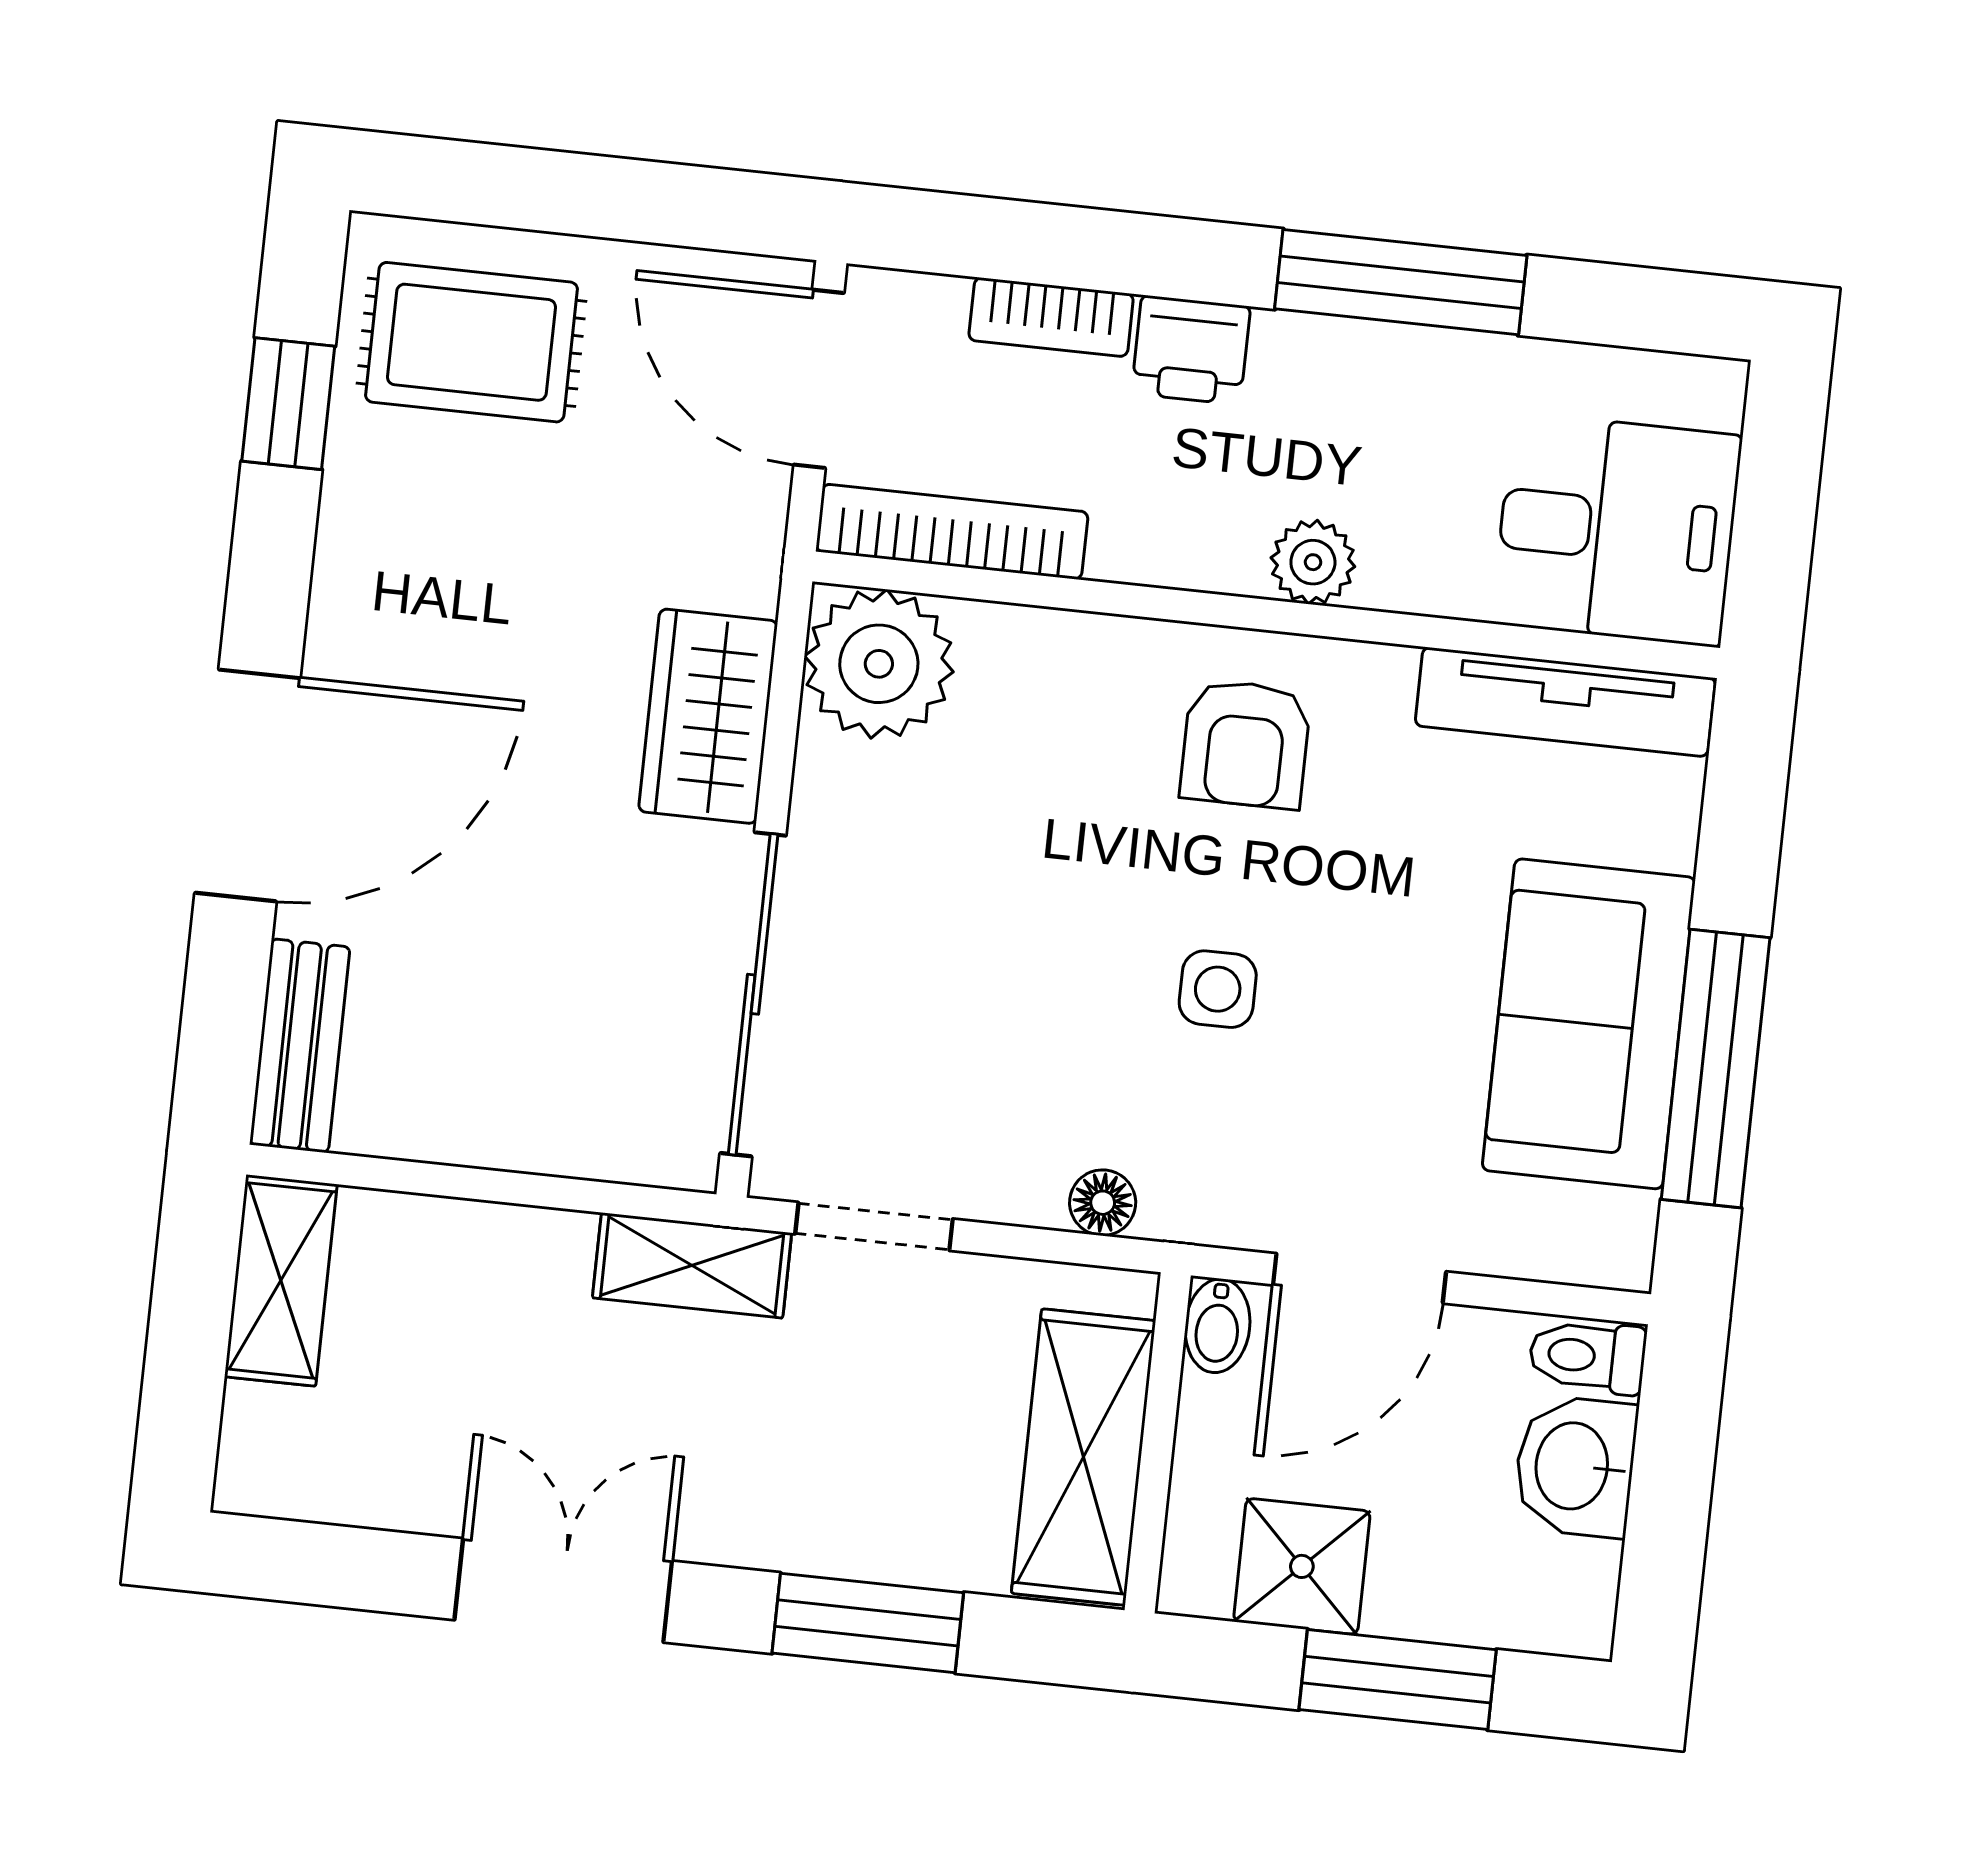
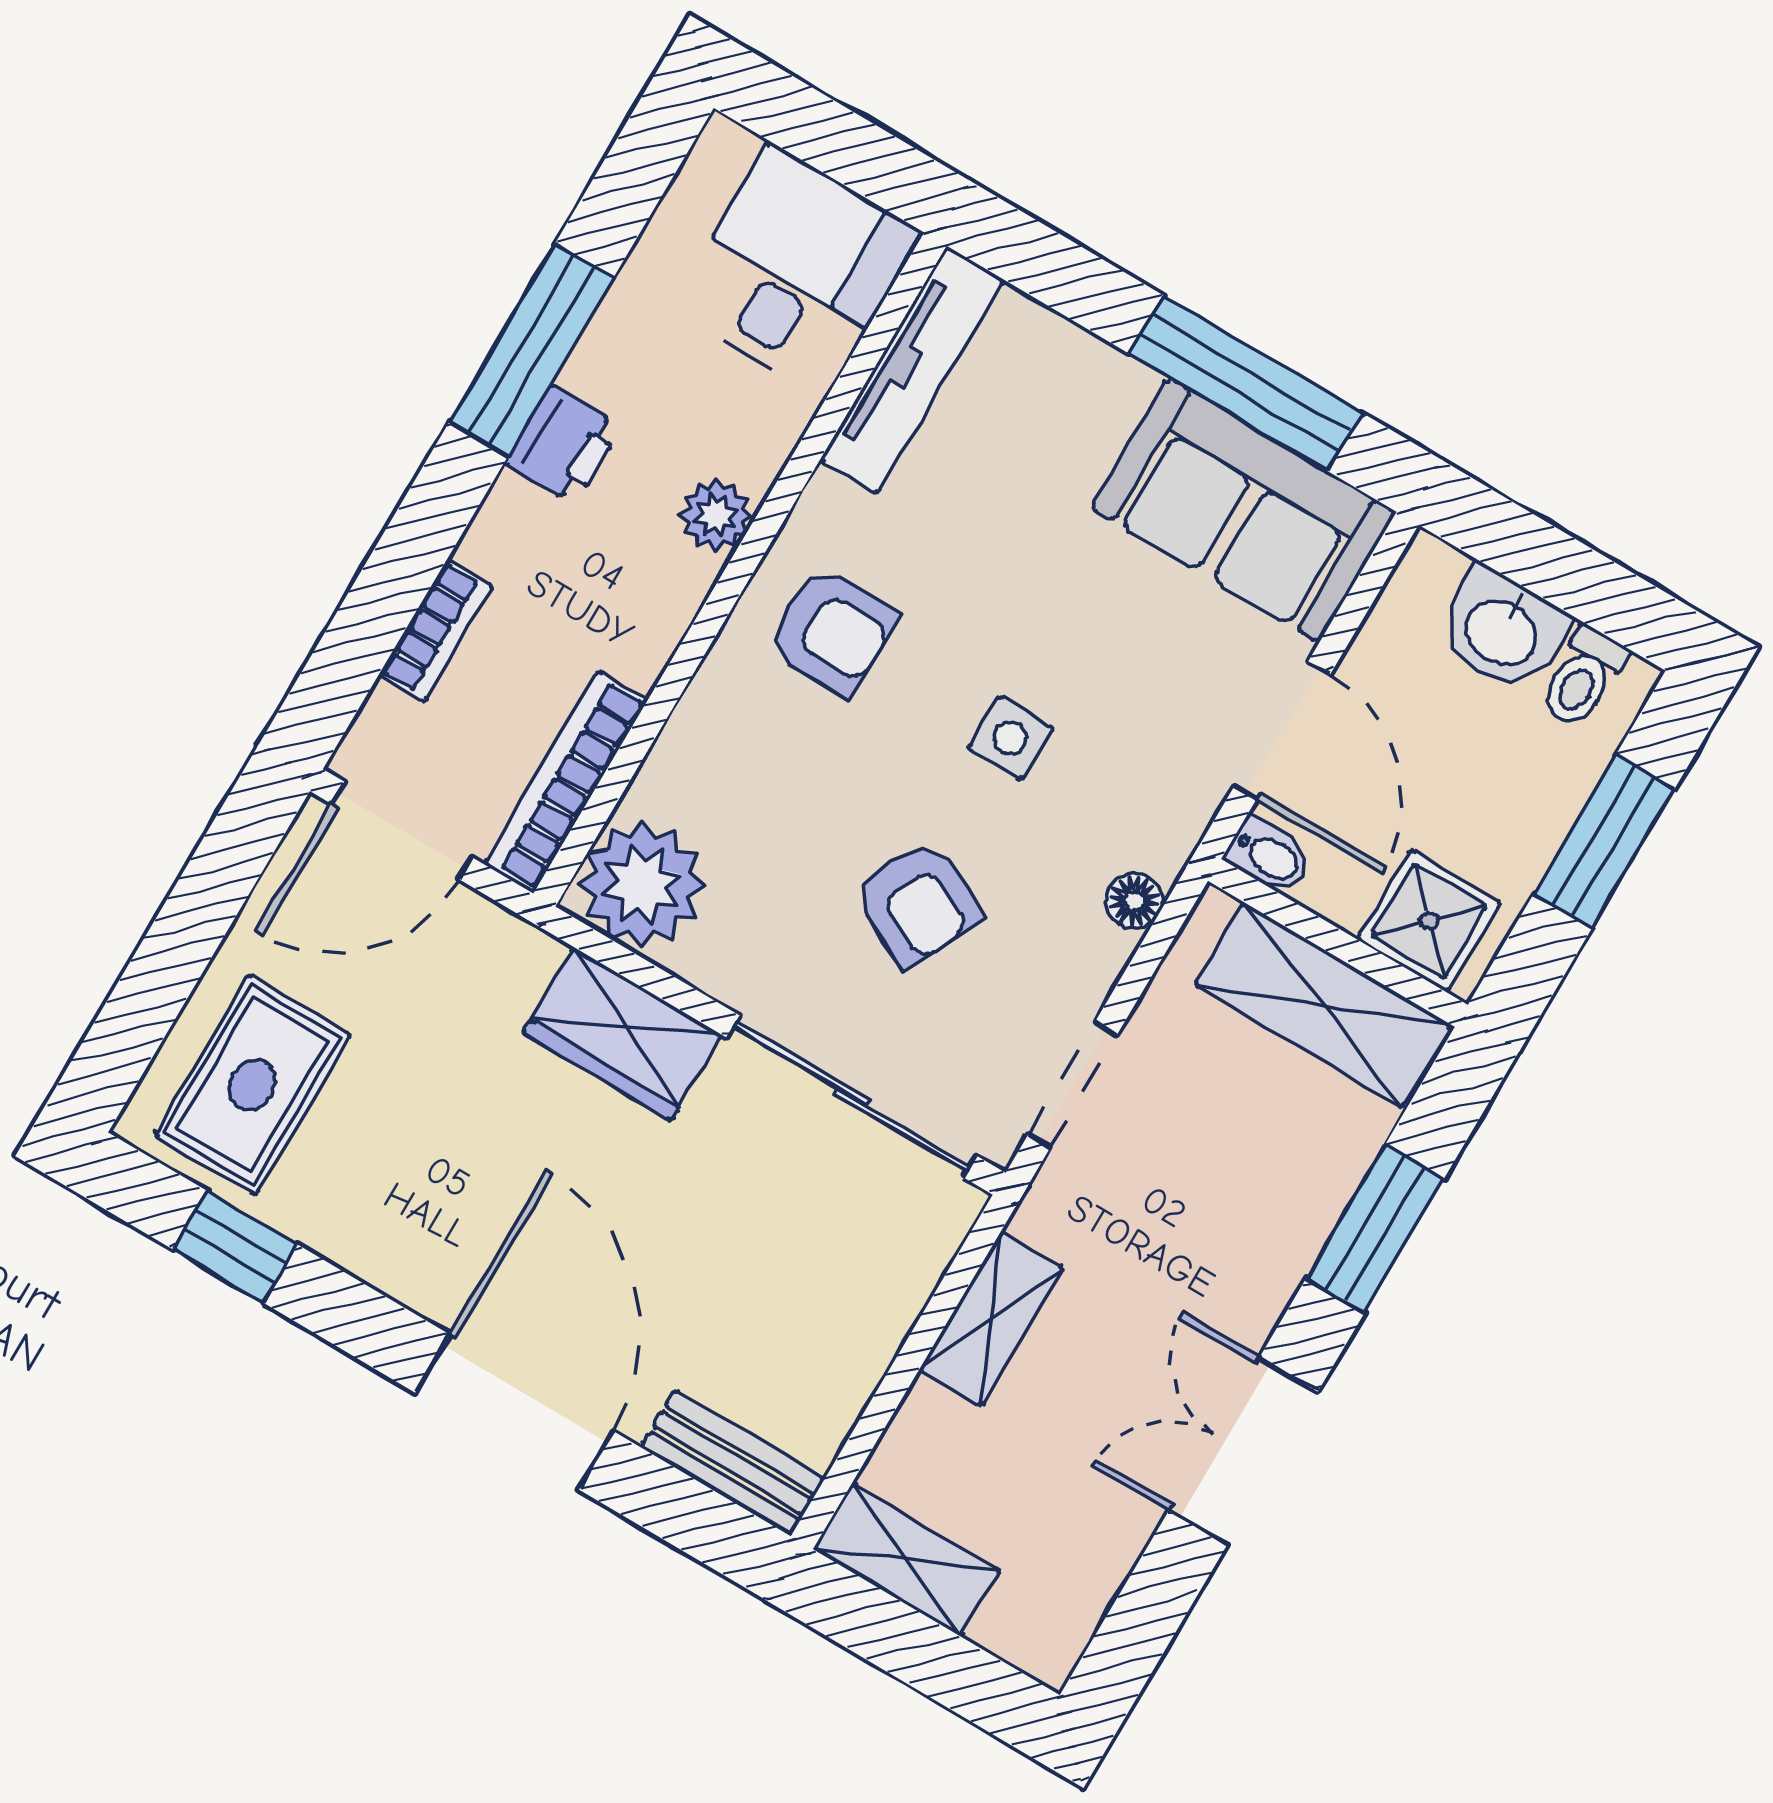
printer: (1191, 350) -> (563, 445), moved
armchair: (995, 970) -> (918, 903), added
sofa: (1589, 1024) -> (1244, 510), moved
shelving: (692, 1265) -> (991, 1319), moved
toilet: (1587, 1356) -> (1583, 678), moved
shower: (1302, 1566) -> (1429, 921), moved

